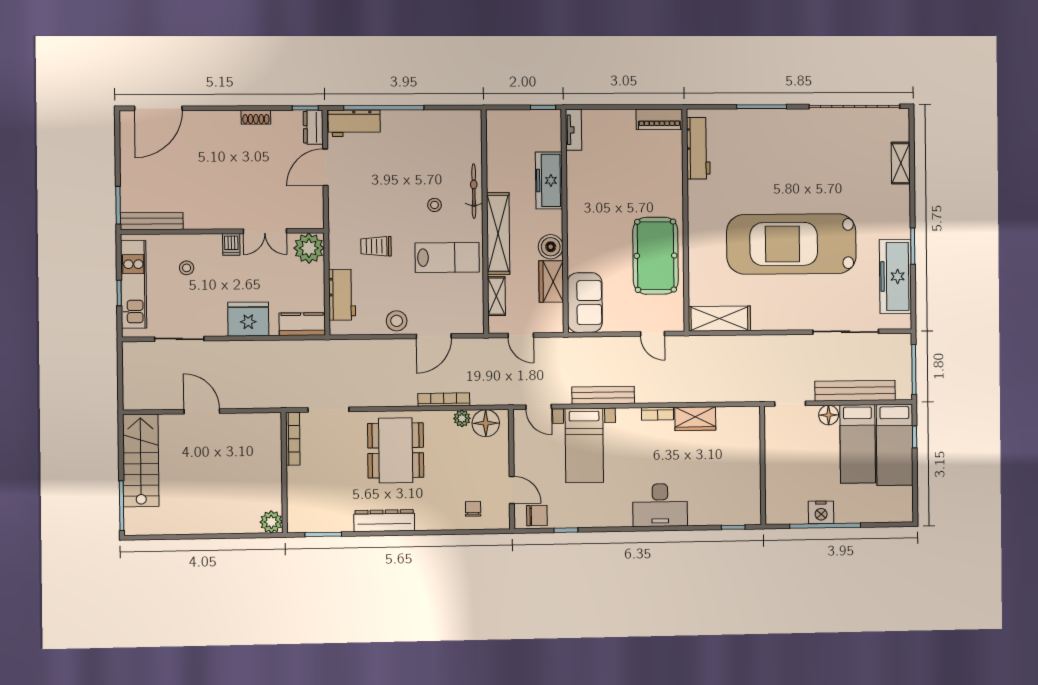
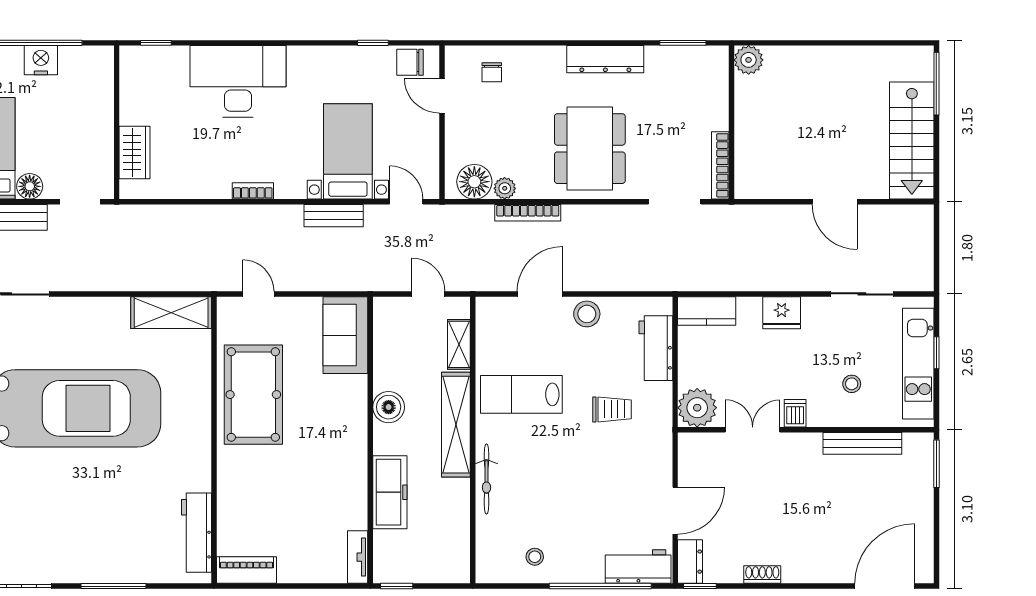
stool: (434, 205) -> (535, 557), moved
bench: (152, 221) -> (862, 443), moved
wardrobe: (551, 281) -> (388, 363), removed
fridge: (248, 319) -> (782, 313), width x0.73, depth x0.75
bench: (603, 395) -> (334, 216), width x0.73
wardrobe: (695, 419) -> (135, 153), moved, turned 90
desk: (660, 505) -> (238, 81), width x1.36, depth x1.30

